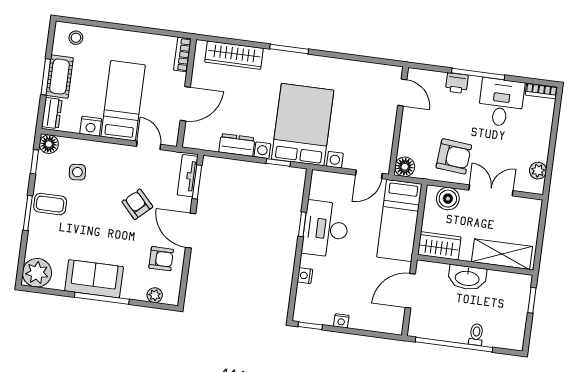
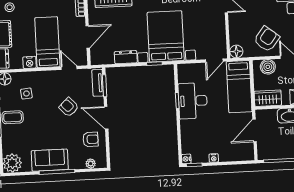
armchair: (454, 156) -> (267, 39), turned -57
nightstand: (305, 276) -> (186, 159), moved

